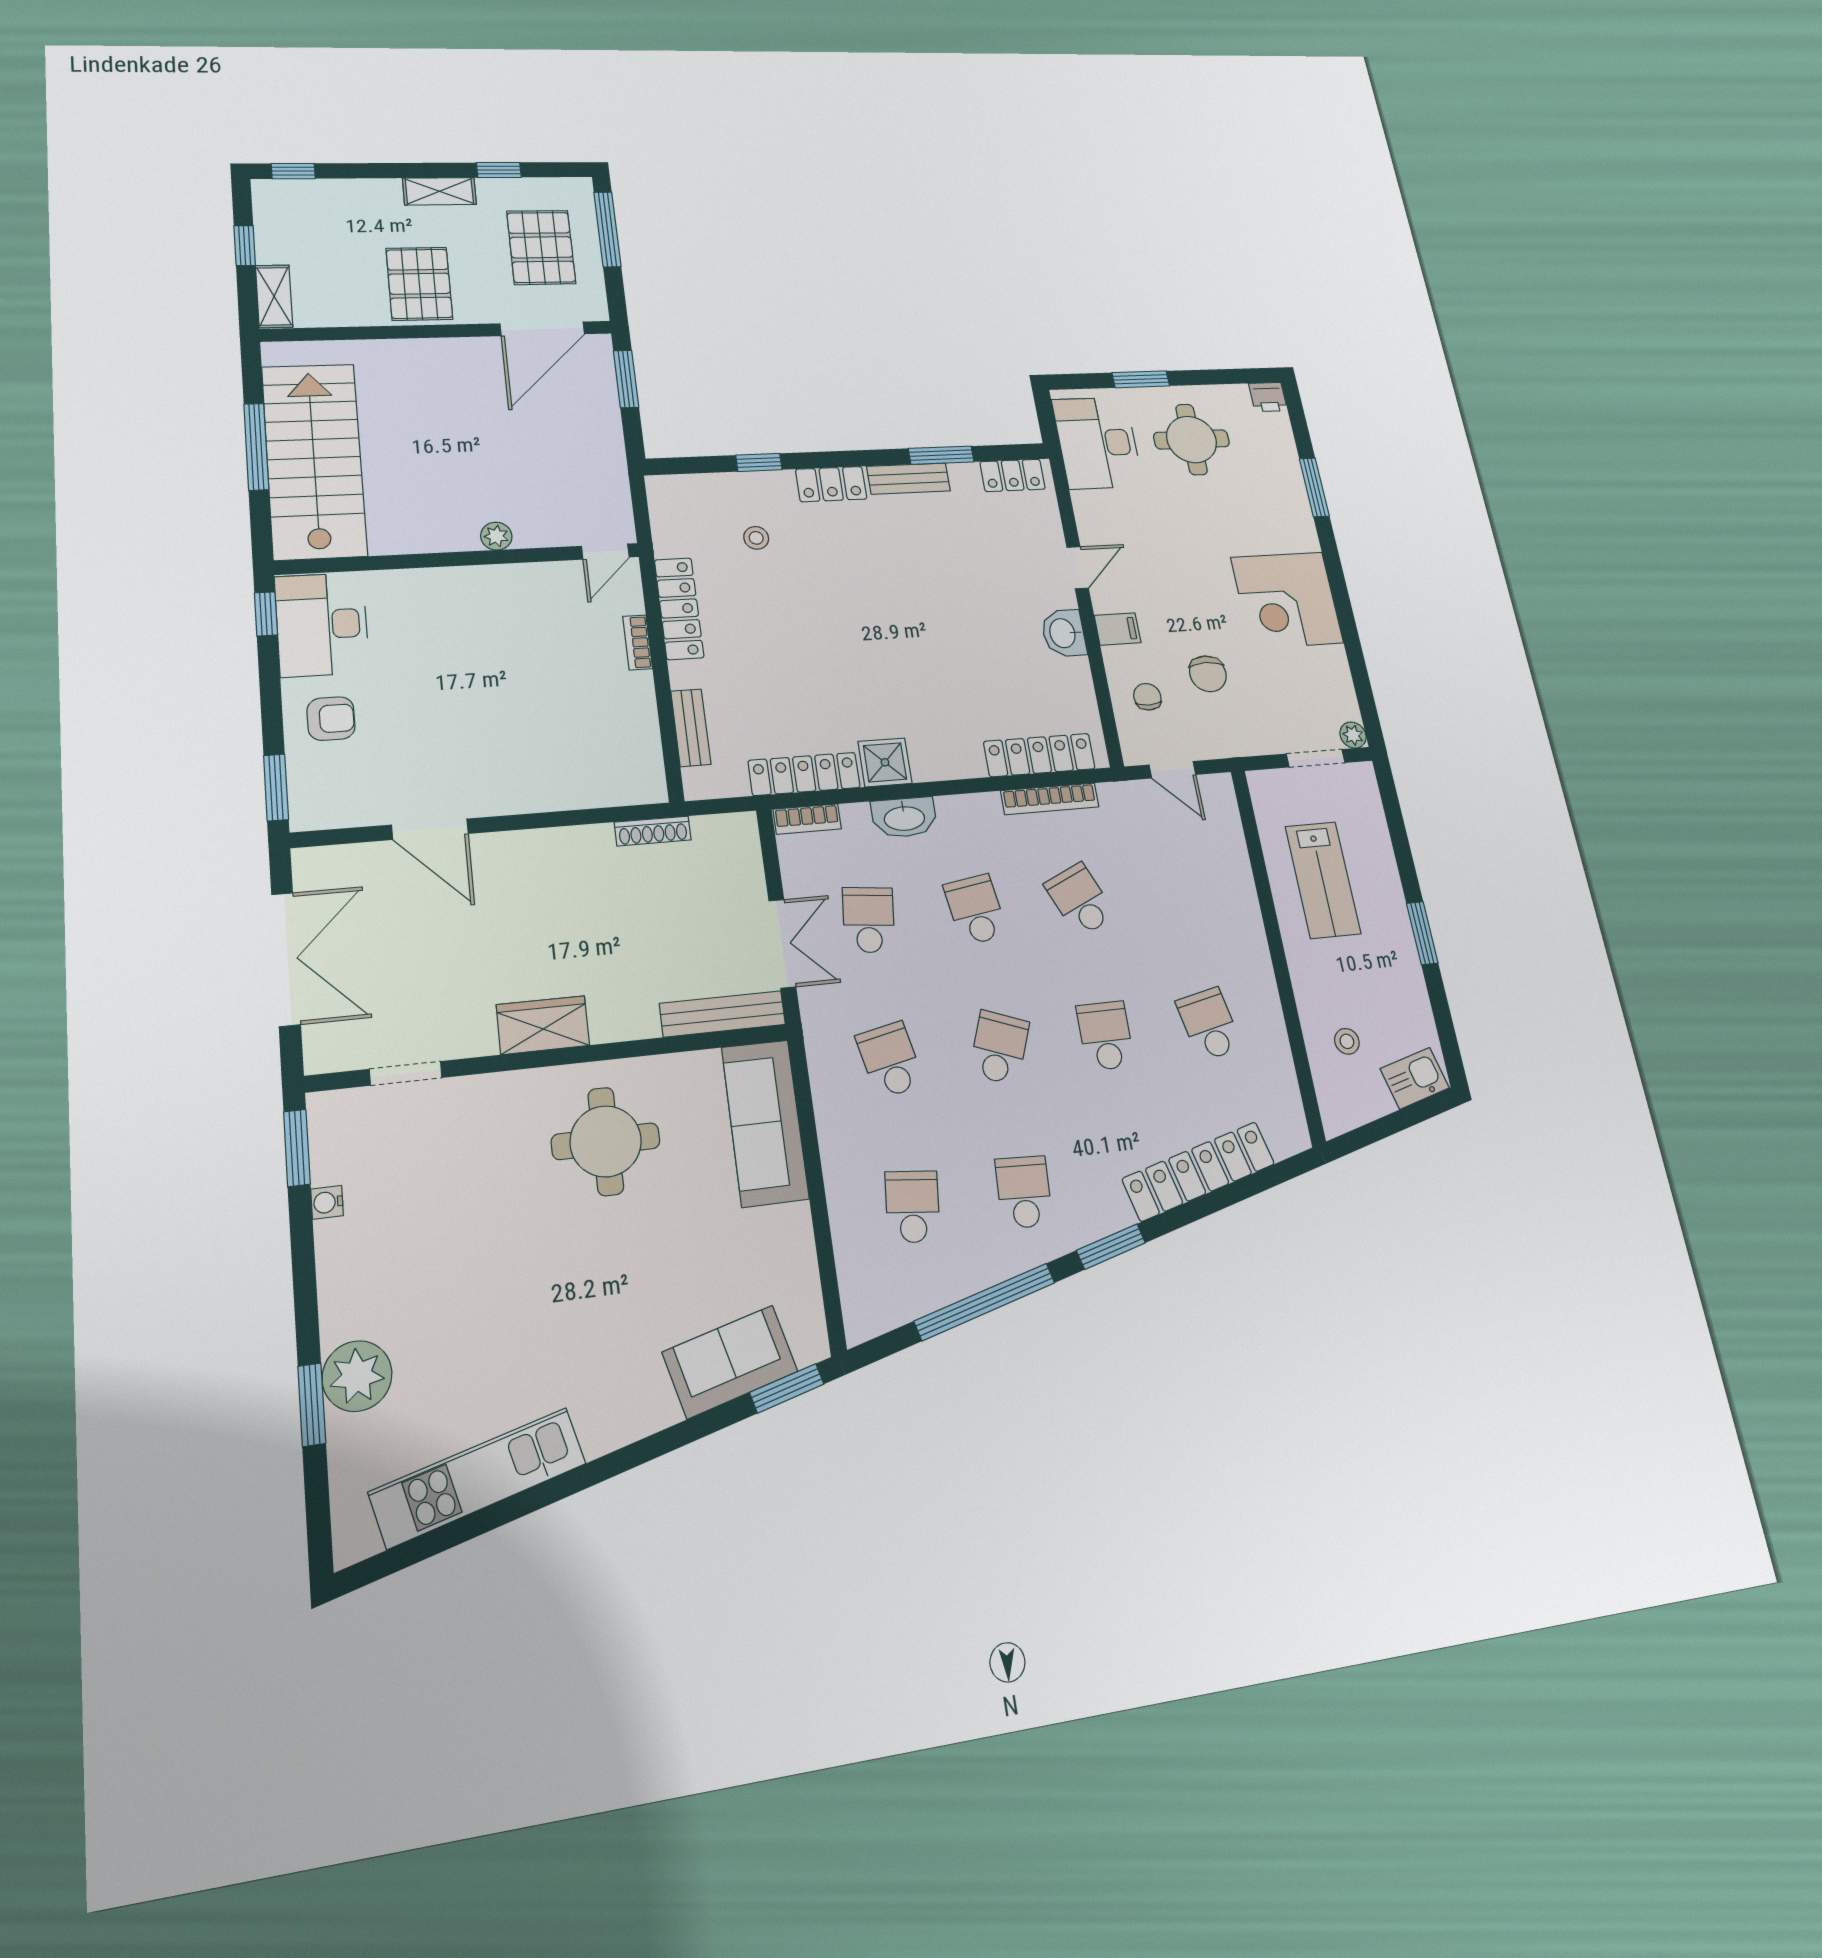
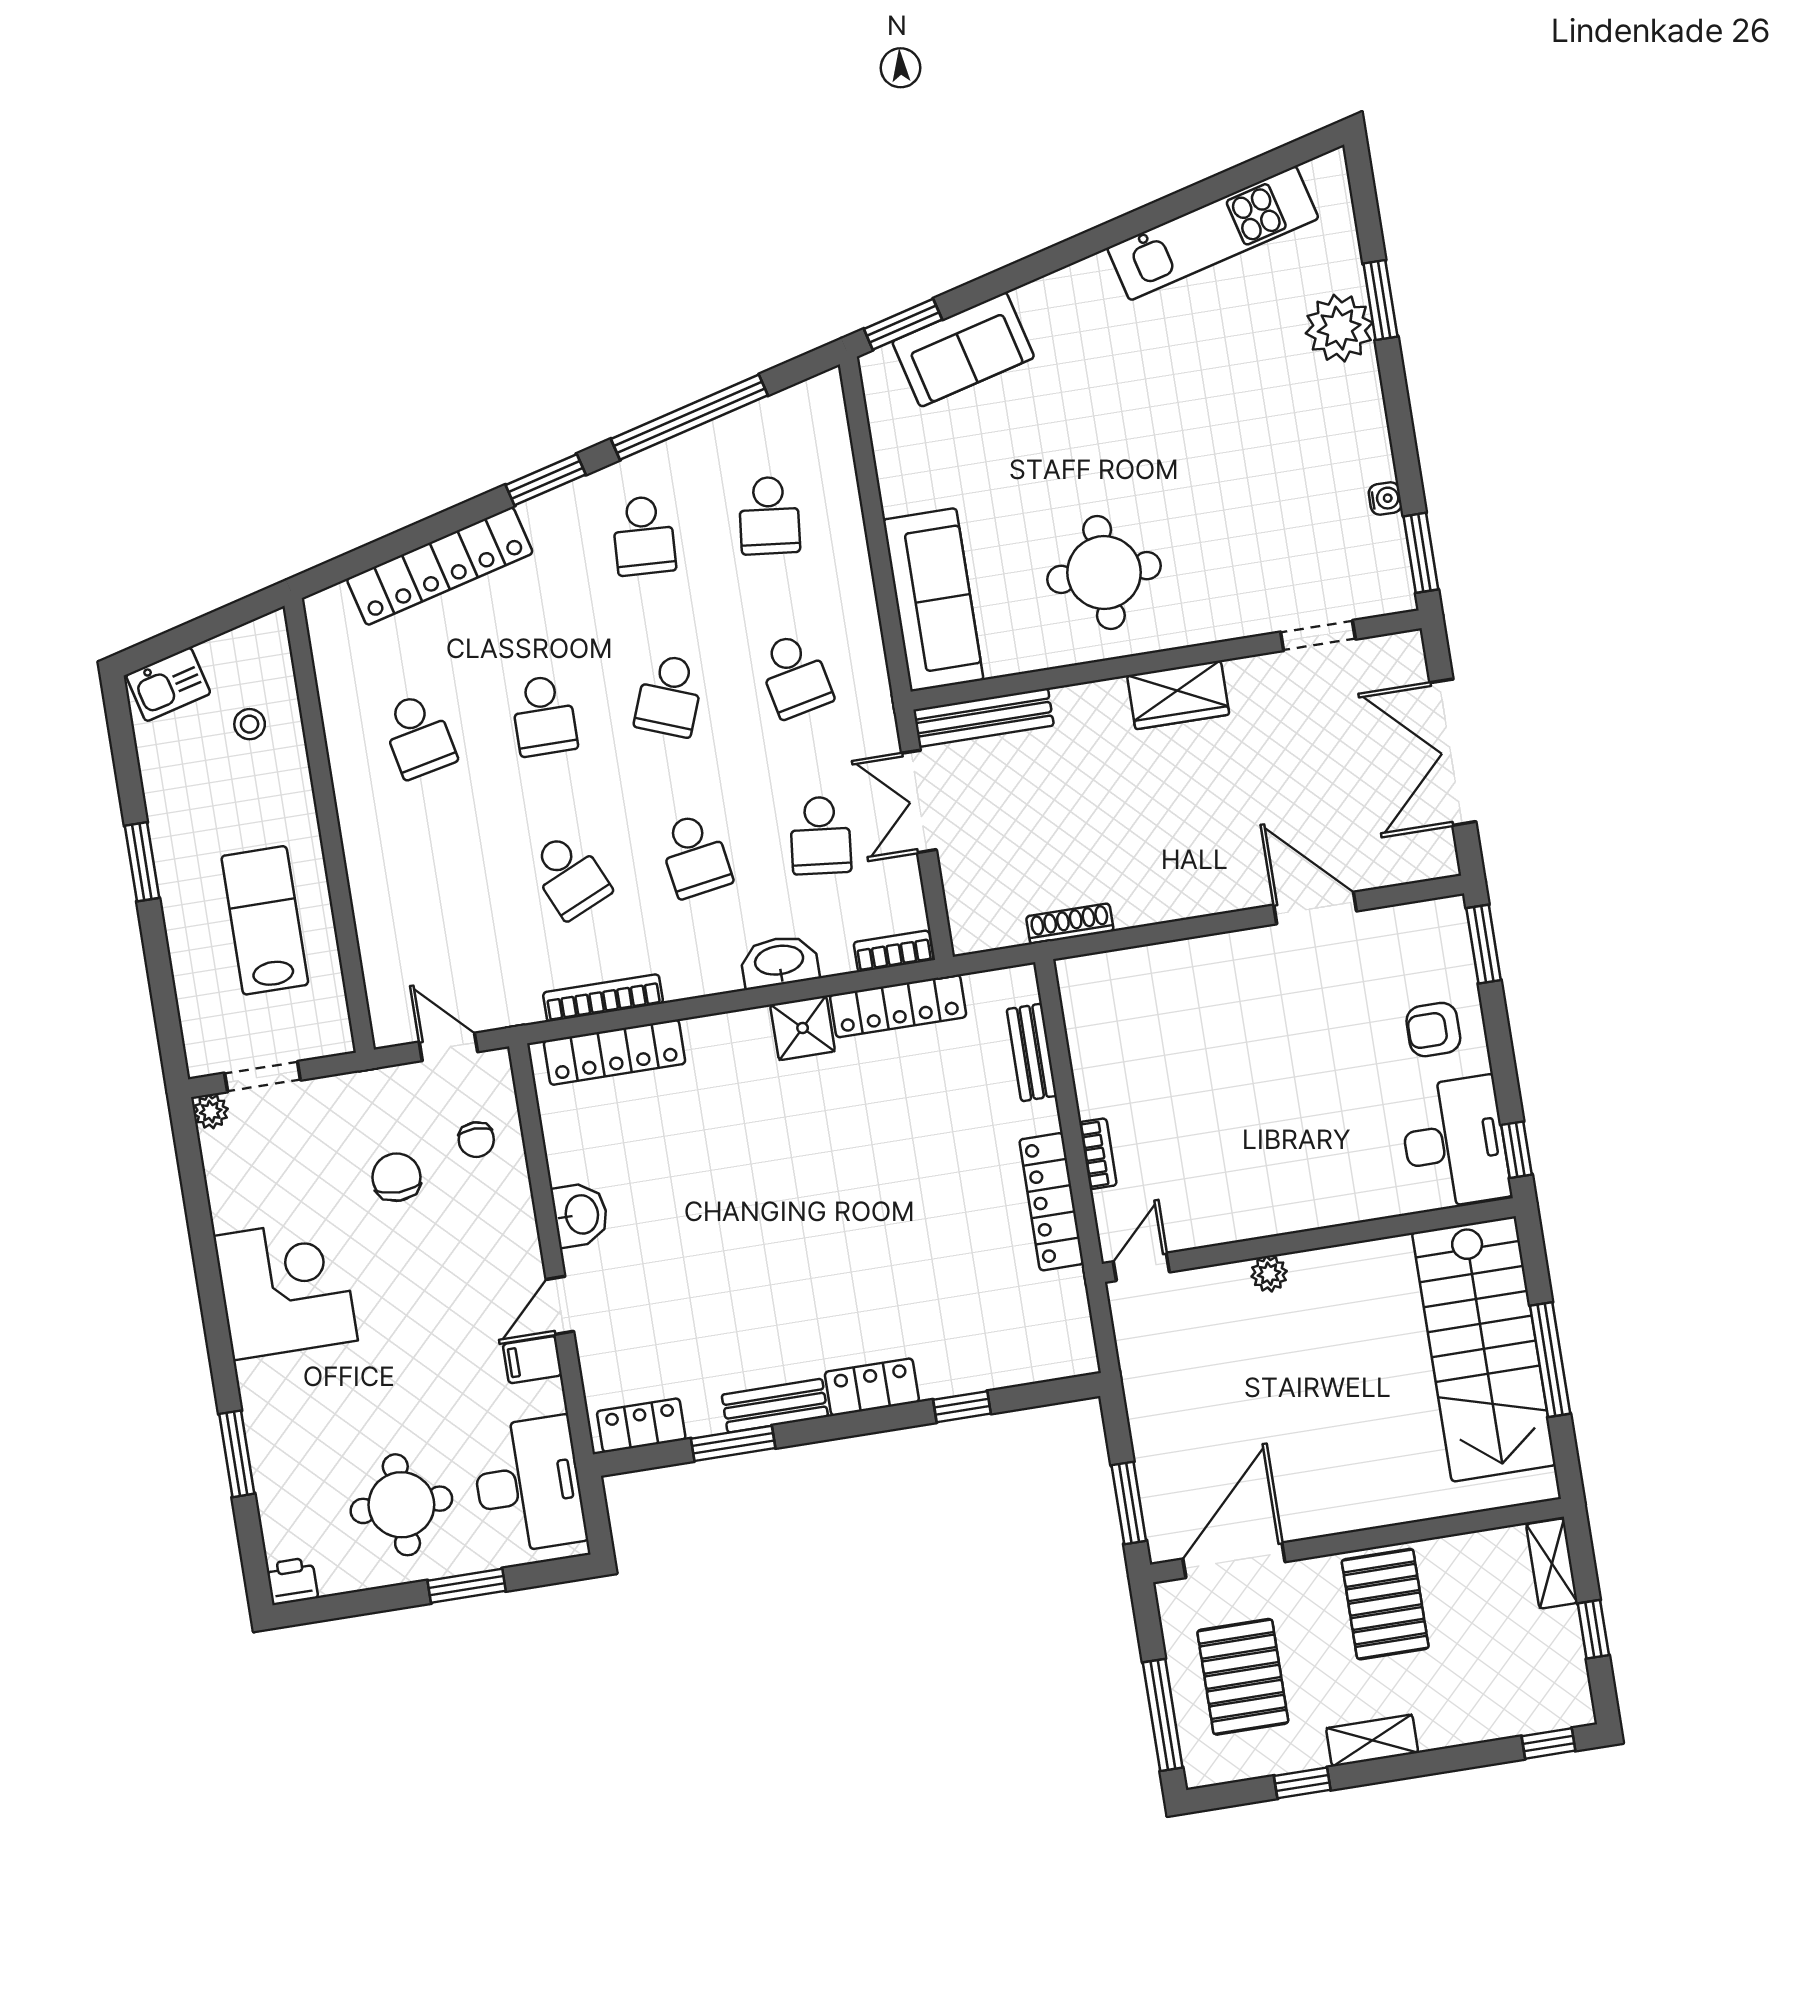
stool: (756, 538) -> (963, 1304), removed
filing cabinet: (1118, 629) -> (532, 1360), moved

